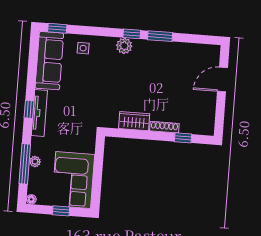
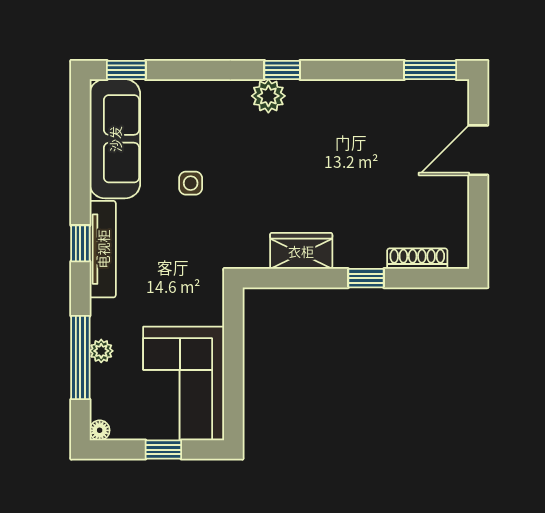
window: (160, 36) -> (430, 70), moved
side table: (83, 48) -> (191, 183), moved
shoe rack: (164, 127) -> (417, 259), moved
window: (183, 138) -> (366, 278), moved

